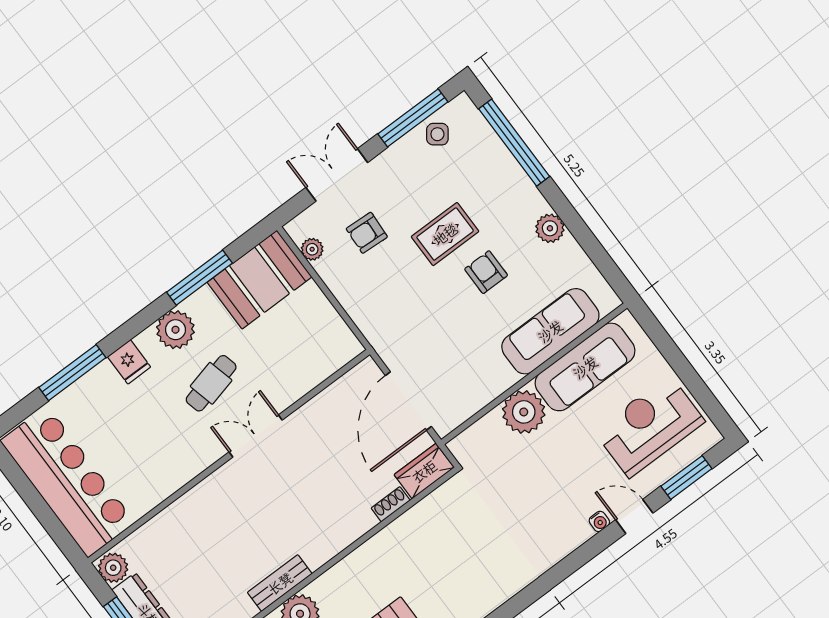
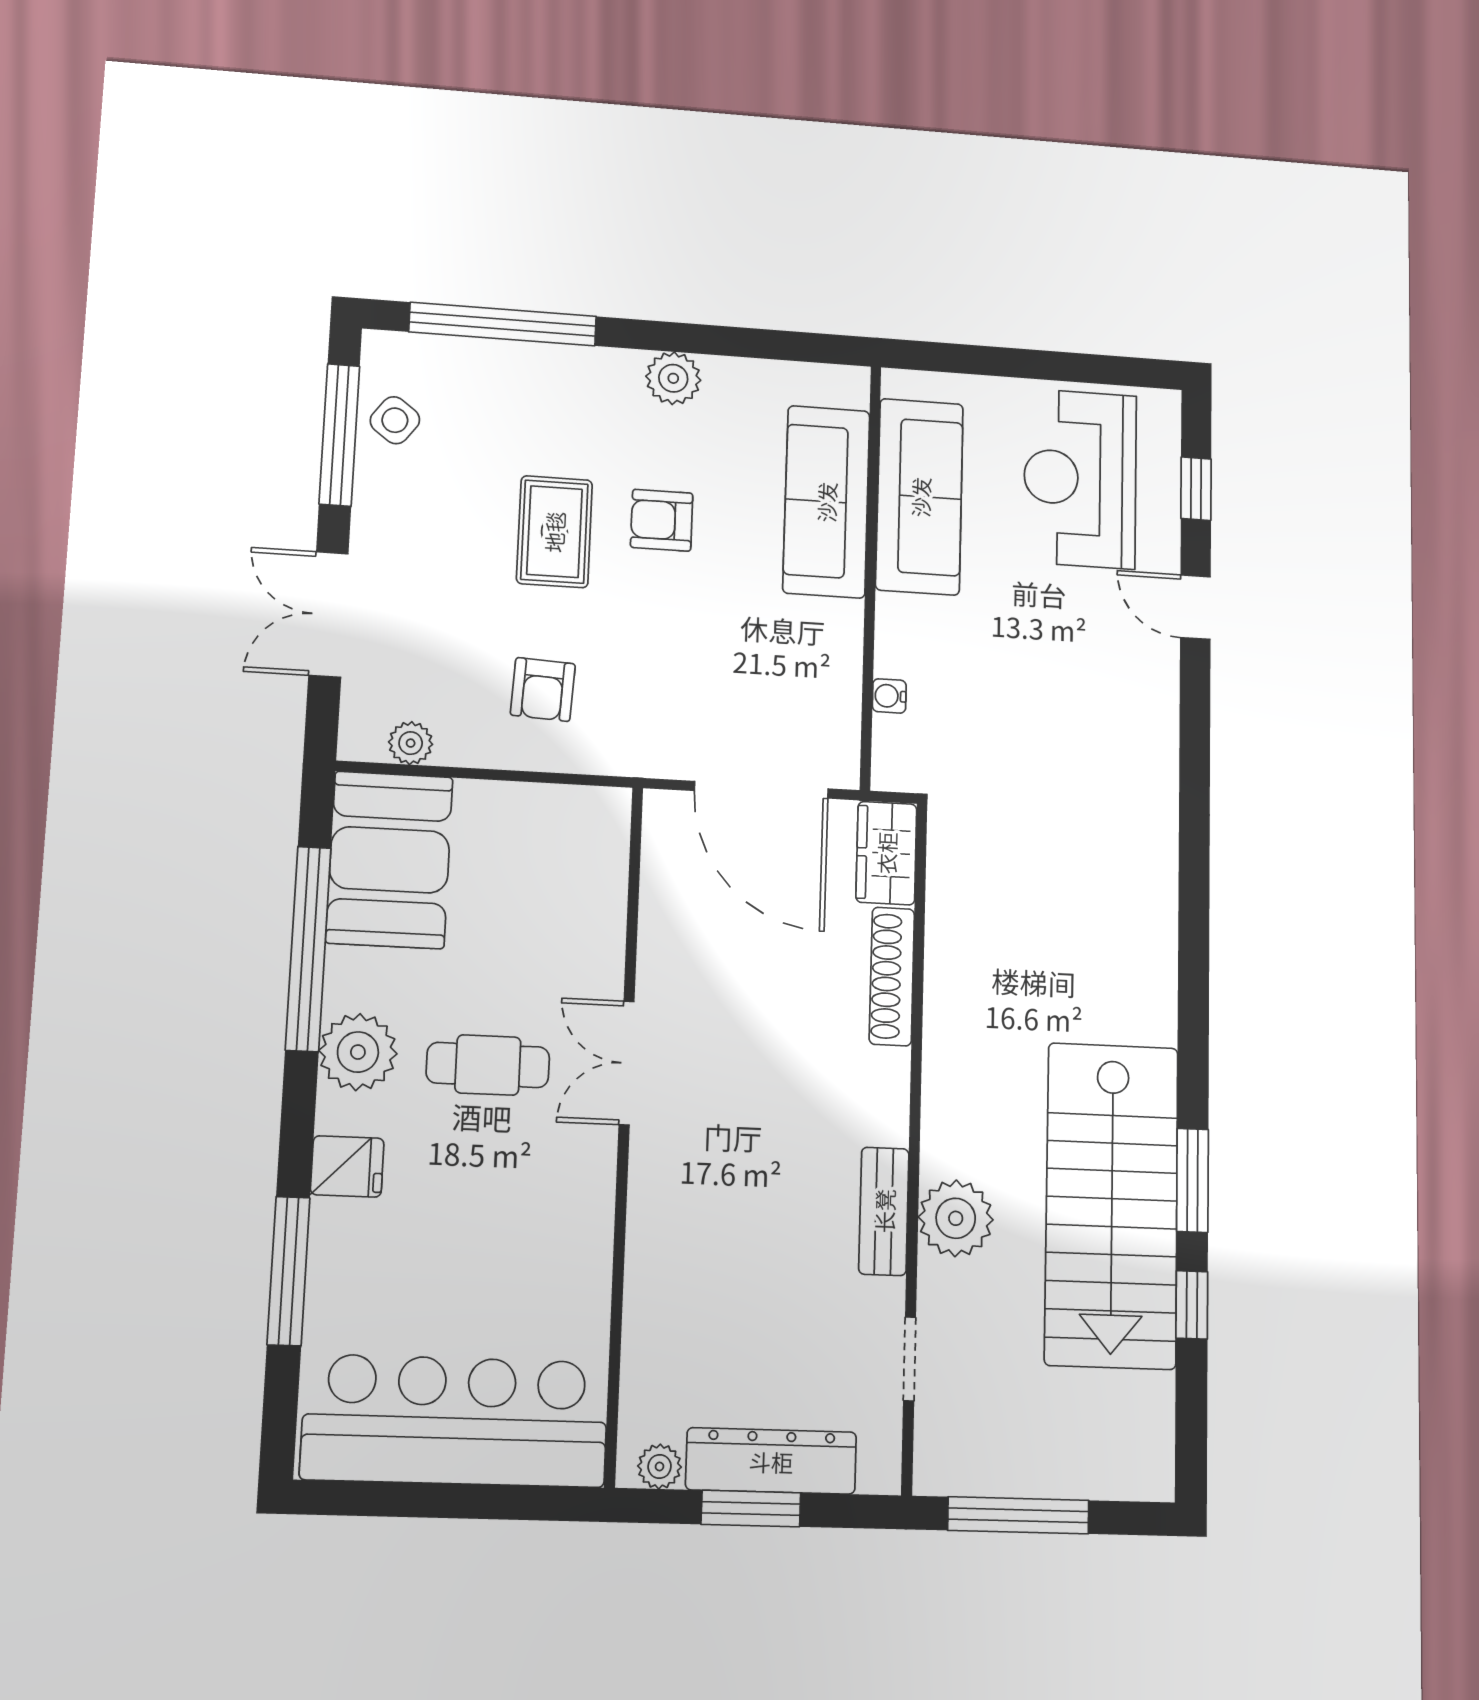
armchair: (367, 233) -> (543, 689), moved
window: (199, 278) -> (308, 949), width x1.46
cafe table: (211, 383) -> (488, 1065), turned -76
plant: (524, 412) -> (915, 637), removed
window: (686, 477) -> (1196, 489), width x0.67
shoe rack: (391, 504) -> (892, 976), width x1.94, depth x1.24
door: (634, 516) -> (1195, 607), hinge flipped
water cooler: (599, 521) -> (889, 696), moved, turned 180
plant: (113, 568) -> (660, 1467), width x0.73, depth x0.73

